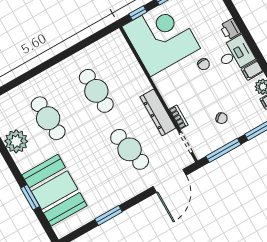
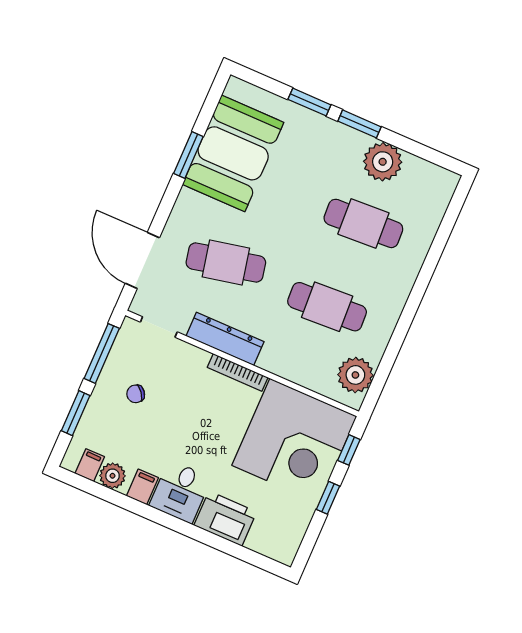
printer: (230, 29) -> (225, 519), width x1.87, depth x1.48
plant: (107, 47) -> (355, 375), added
chair: (204, 64) -> (212, 447), removed
bookcase: (179, 117) -> (238, 372), moved, width x1.56
window: (14, 168) -> (360, 124), added
booth: (54, 190) -> (233, 153), moved, turned 90

